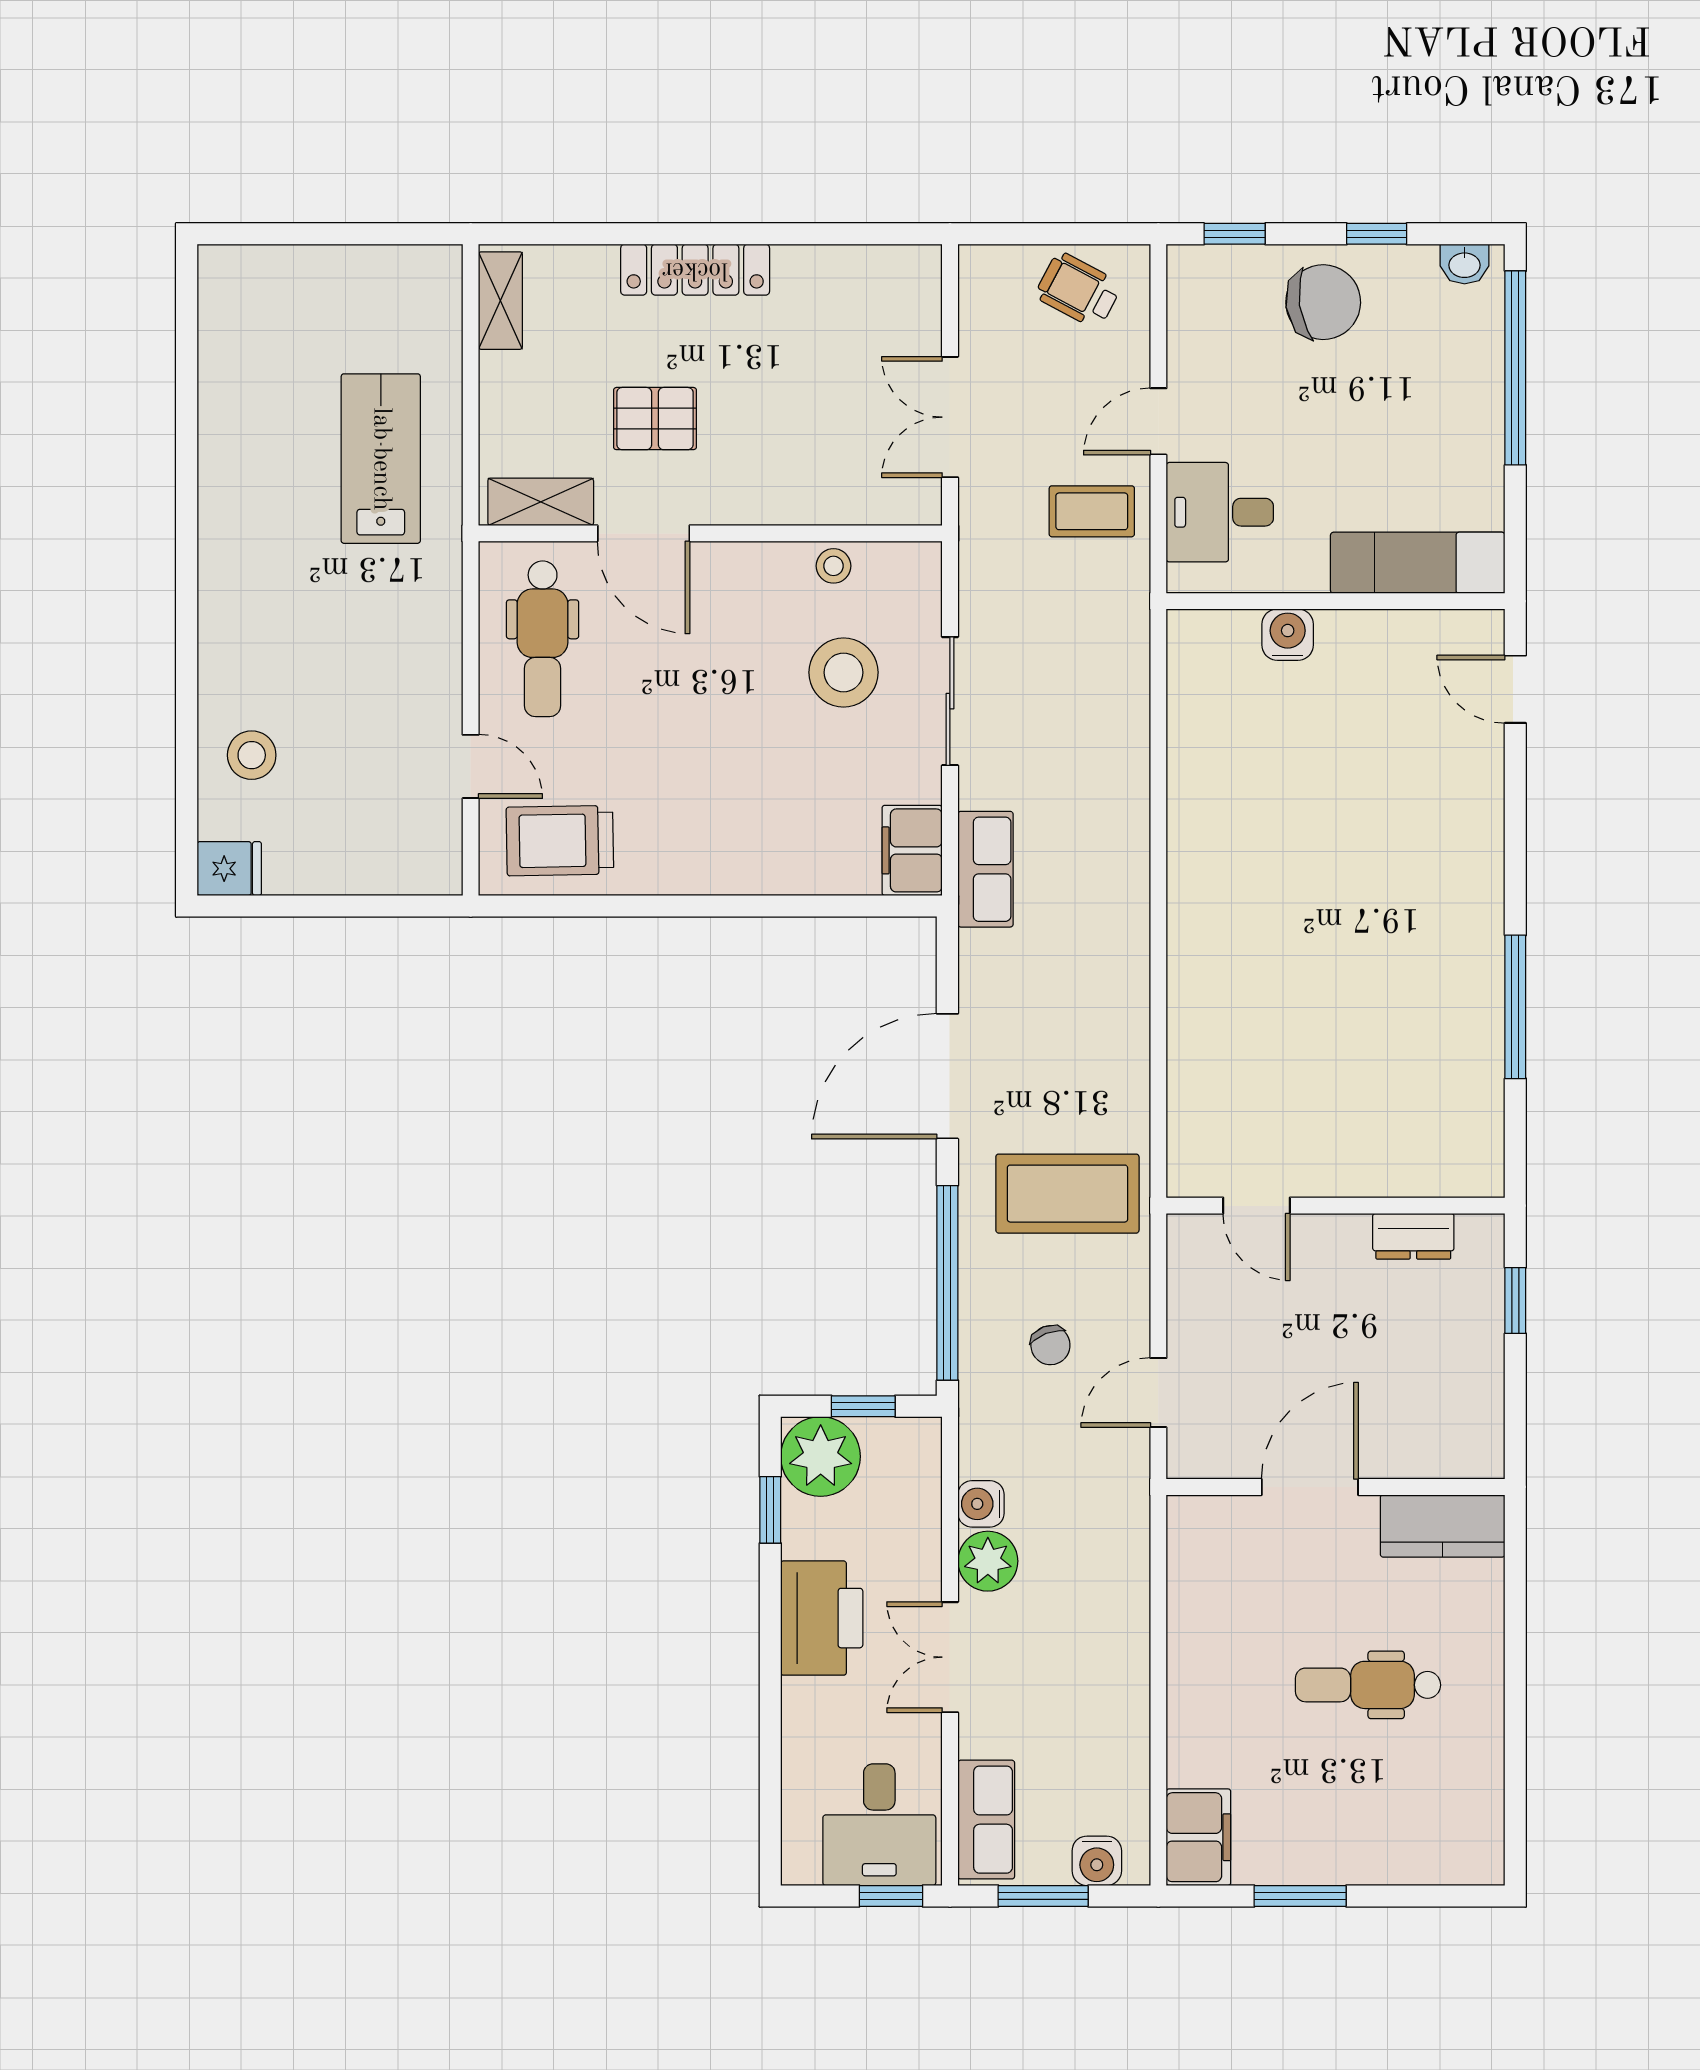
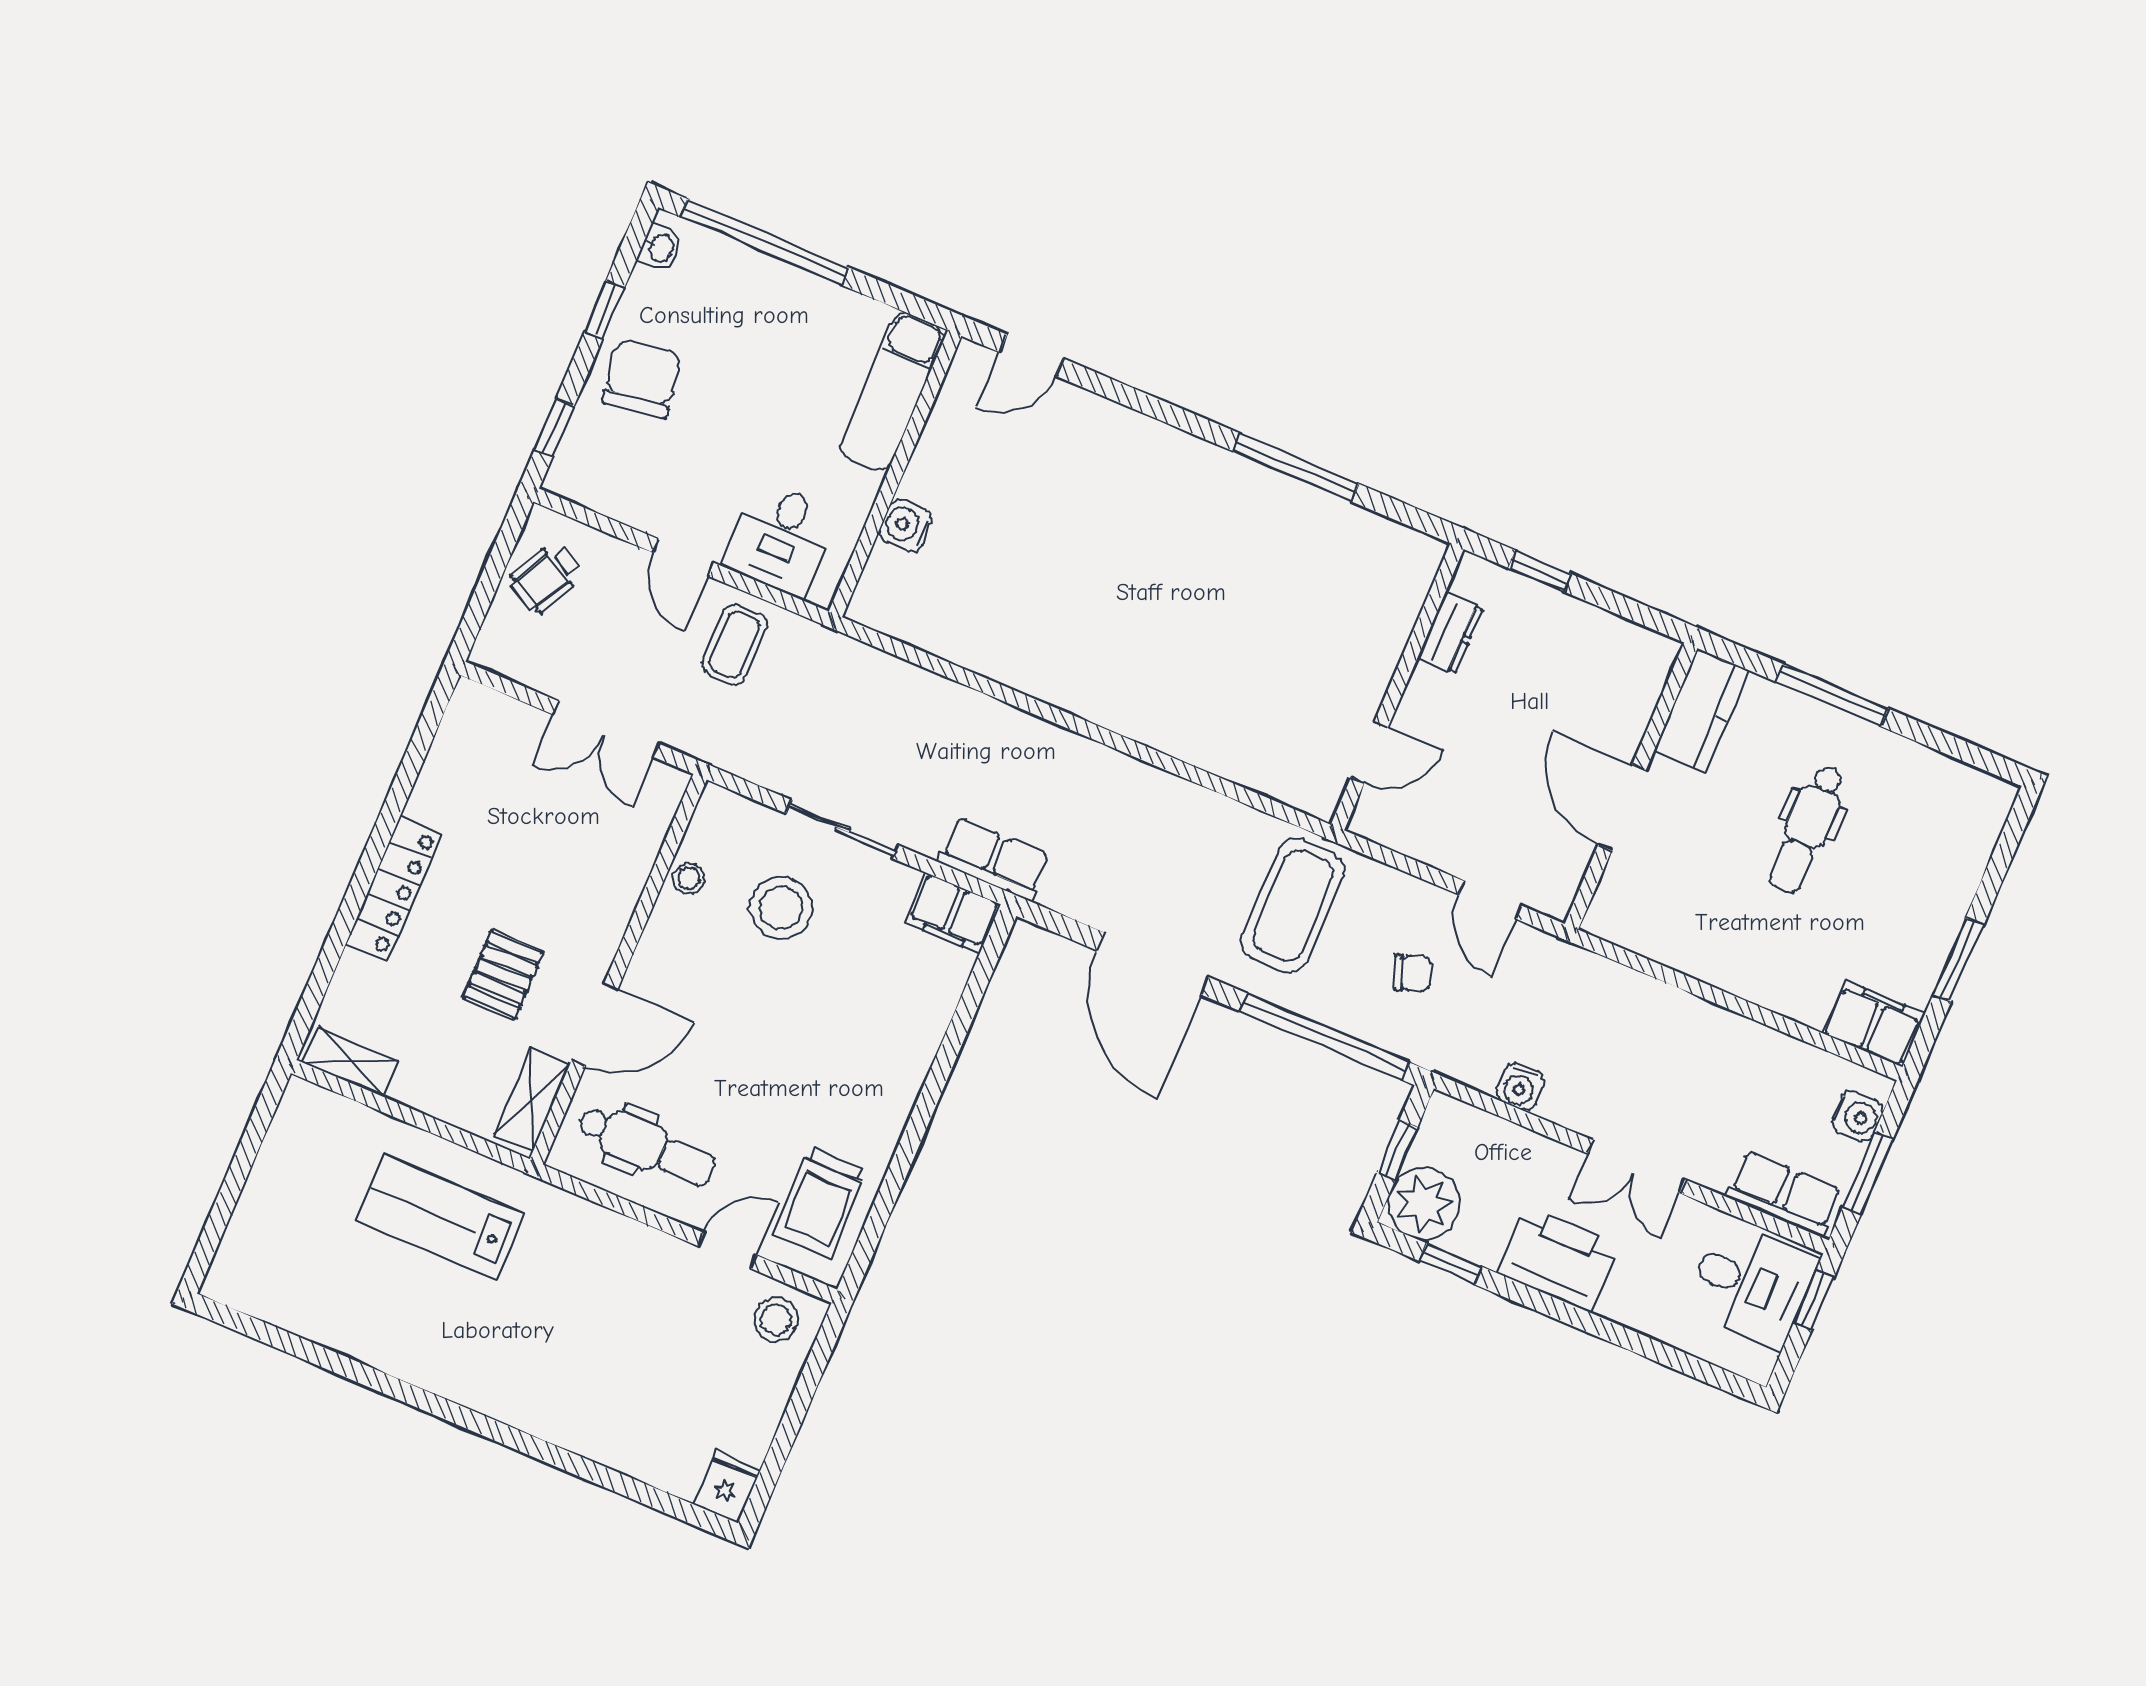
stool: (252, 755) -> (776, 1320), moved
plant: (988, 1561) -> (1570, 1101), removed
window: (1515, 1652) -> (1832, 695), added

